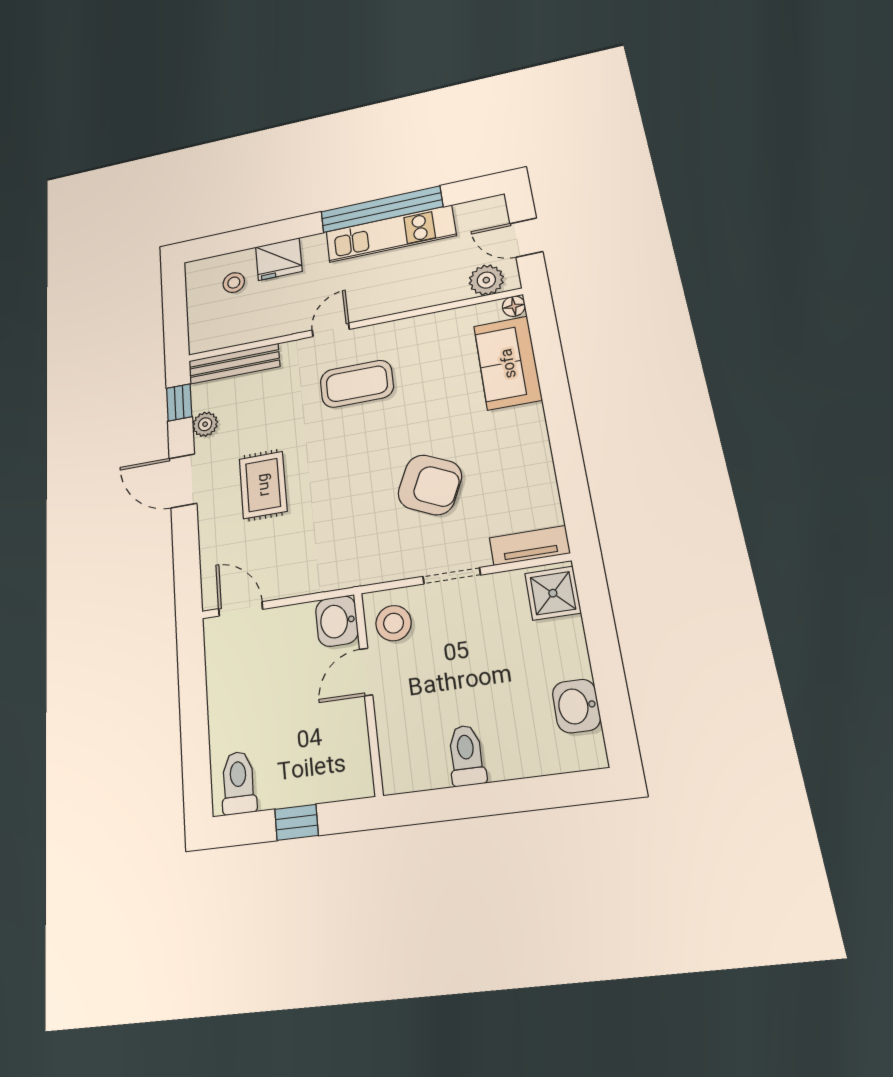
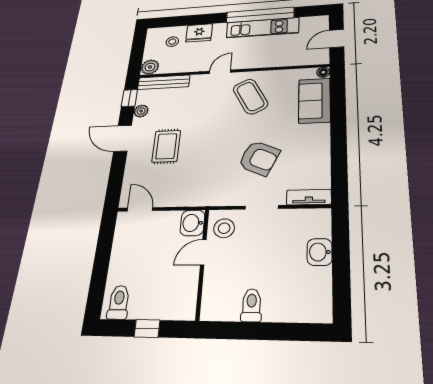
door: (526, 238) -> (337, 39), hinge flipped
plant: (486, 280) -> (150, 67), moved
coffee table: (357, 384) -> (250, 97), moved, turned 62
shower: (553, 593) -> (317, 224), removed
washbasin: (576, 706) -> (320, 252), moved

